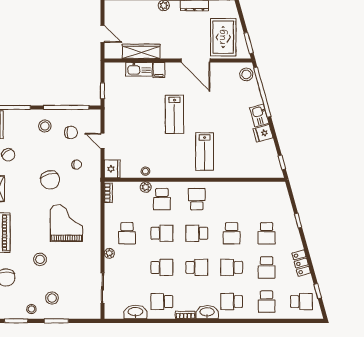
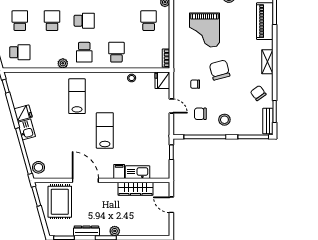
plant: (146, 187) -> (63, 63), moved
school desk: (162, 233) -> (20, 52), moved, turned 180

